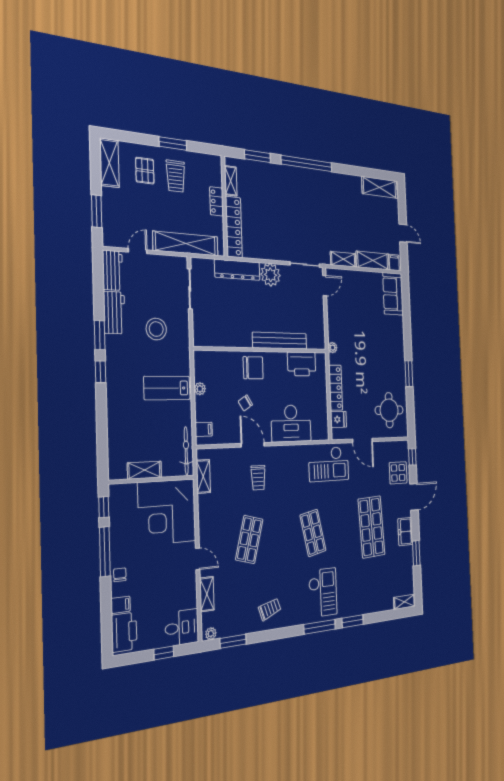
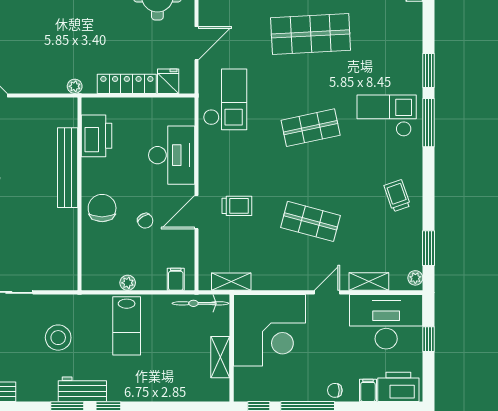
workbench: (114, 313) -> (82, 389), moved
desk: (182, 628) -> (386, 322), width x1.87, depth x1.30

